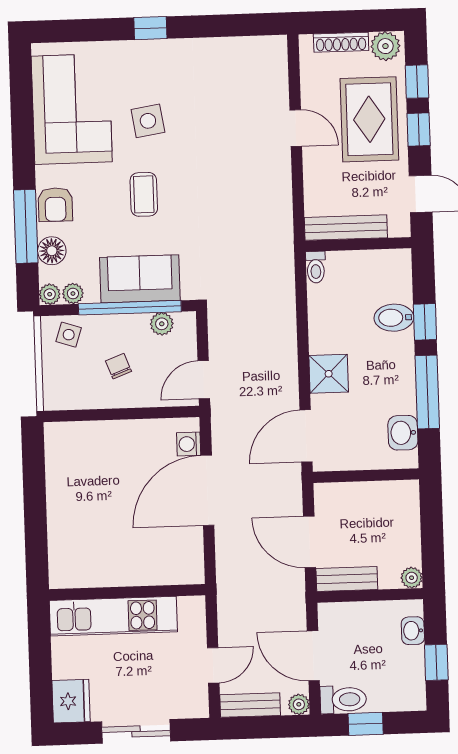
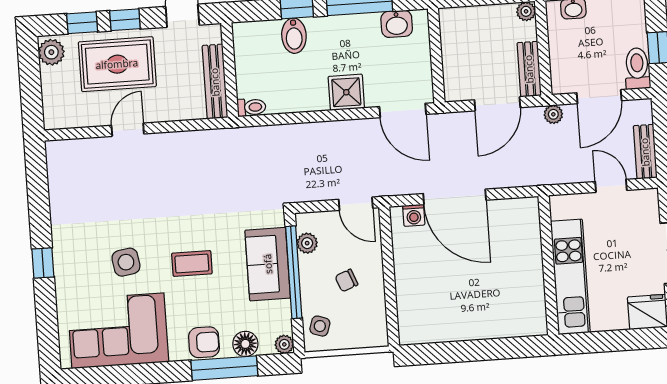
shoe rack: (341, 42) -> (49, 92), removed
plant: (73, 293) -> (283, 324), removed
plant: (299, 704) -> (553, 114), moved

